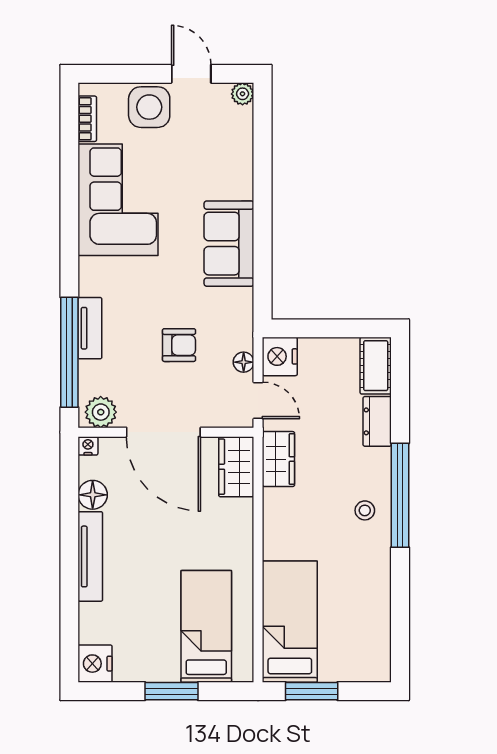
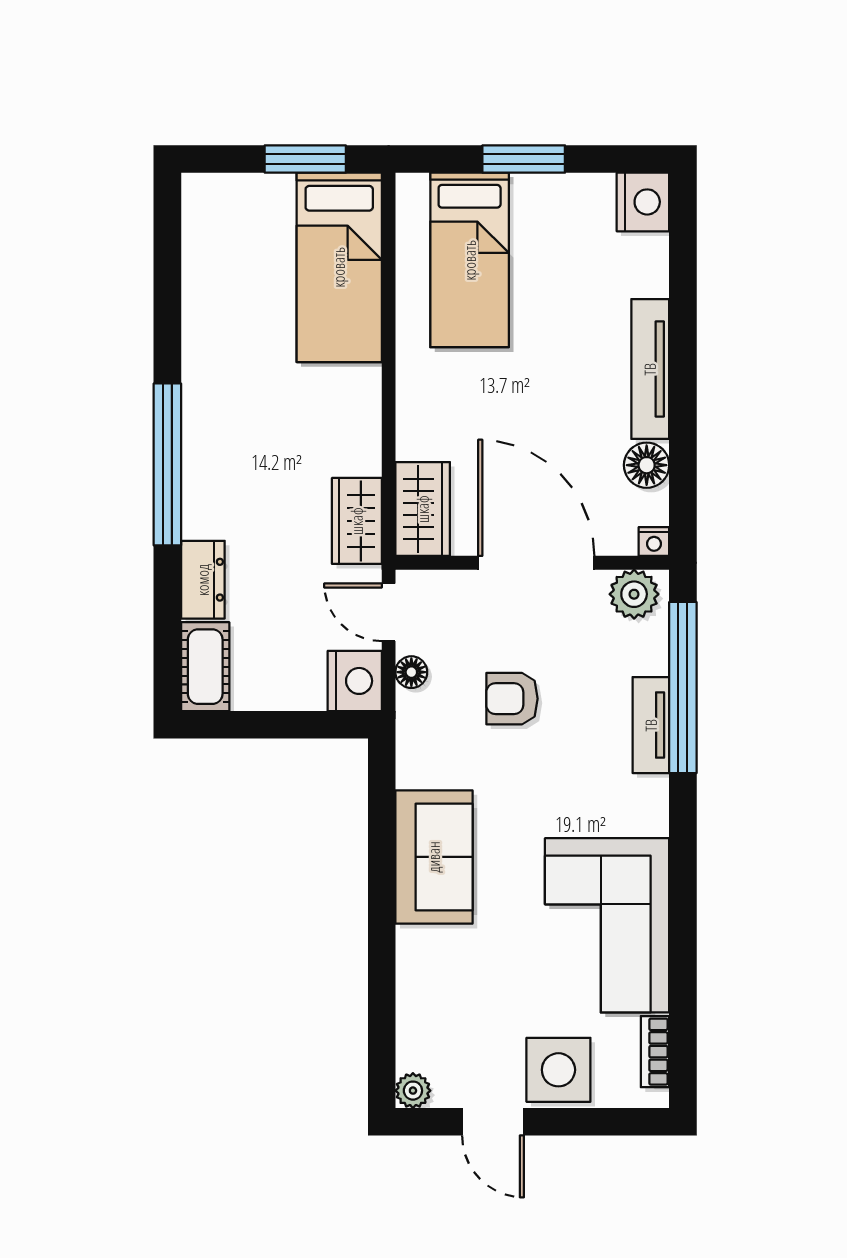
stool: (365, 510) -> (222, 441), removed

